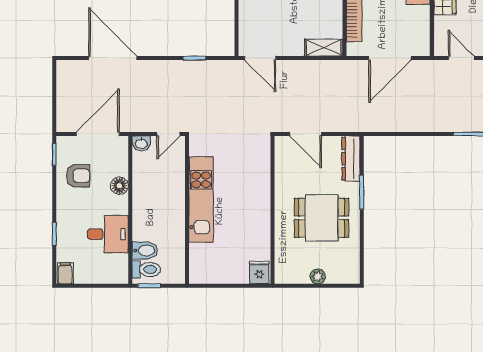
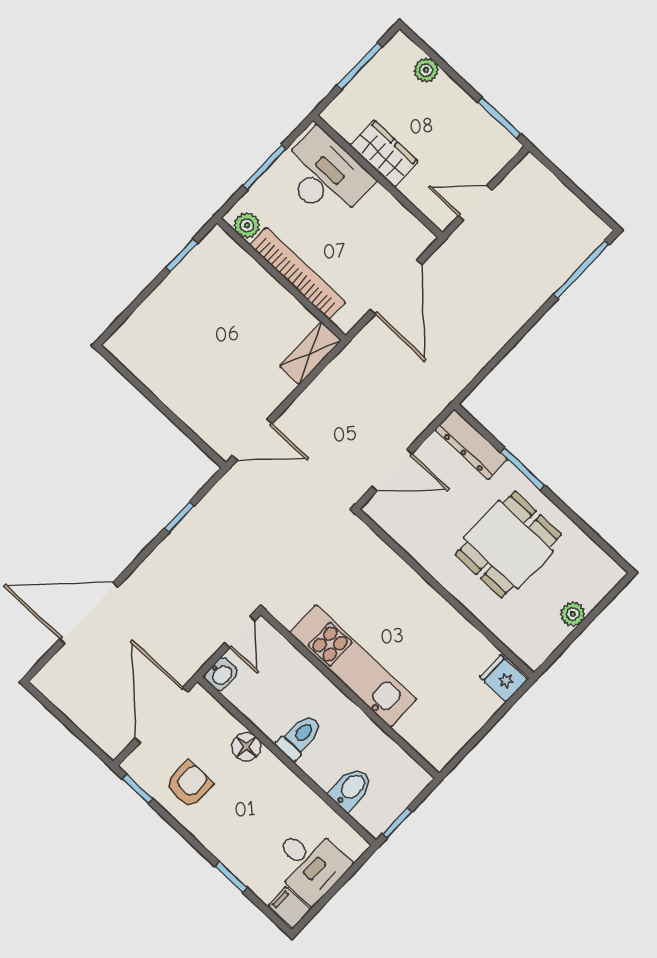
desk: (108, 234) -> (309, 863), moved, turned 90
toilet: (146, 269) -> (299, 737), moved

